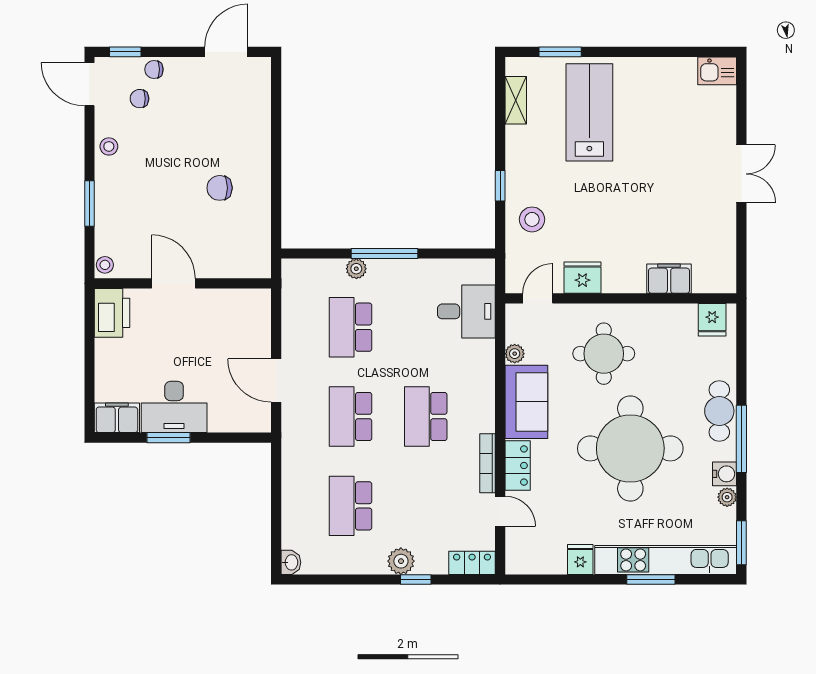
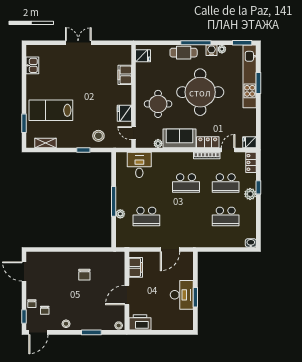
kitchen sink: (717, 71) -> (32, 65), moved
school desk: (351, 417) -> (226, 183), moved
filing cabinet: (117, 418) -> (136, 267), moved, turned 180
fridge: (580, 559) -> (250, 142), moved

